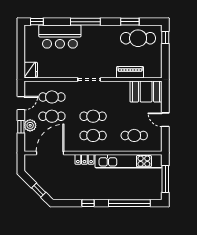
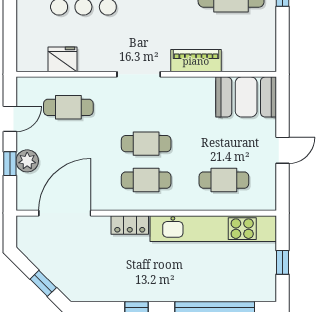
fridge: (31, 70) -> (63, 59), moved, turned -90
piano: (130, 72) -> (196, 61), moved
cafe table: (52, 116) -> (68, 144), removed
door: (165, 120) -> (282, 150), swing flipped
window: (165, 179) -> (282, 262), width x0.46

